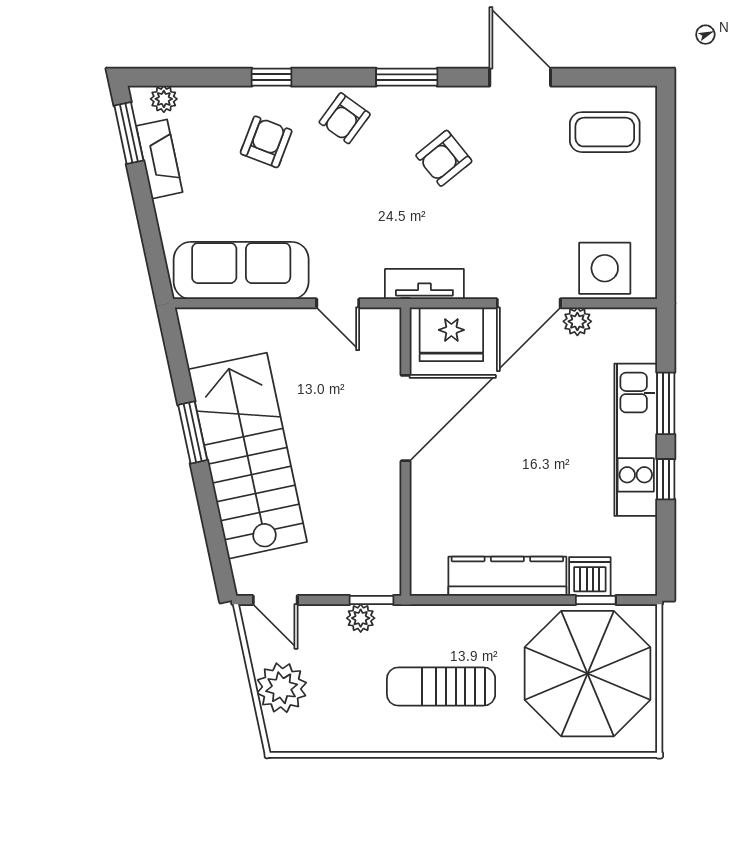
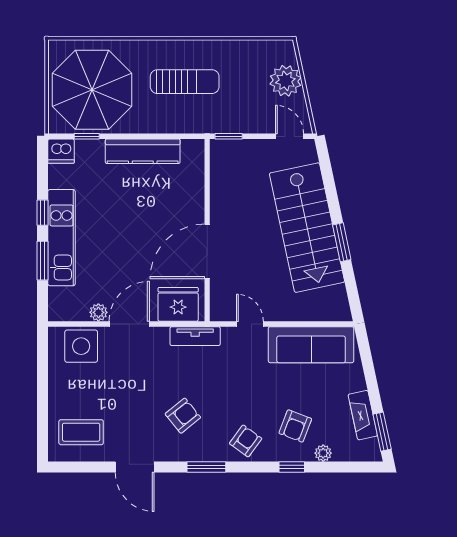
plant: (164, 99) -> (323, 453), moved
dishwasher: (590, 576) -> (61, 151), moved
plant: (361, 618) -> (235, 125), removed

